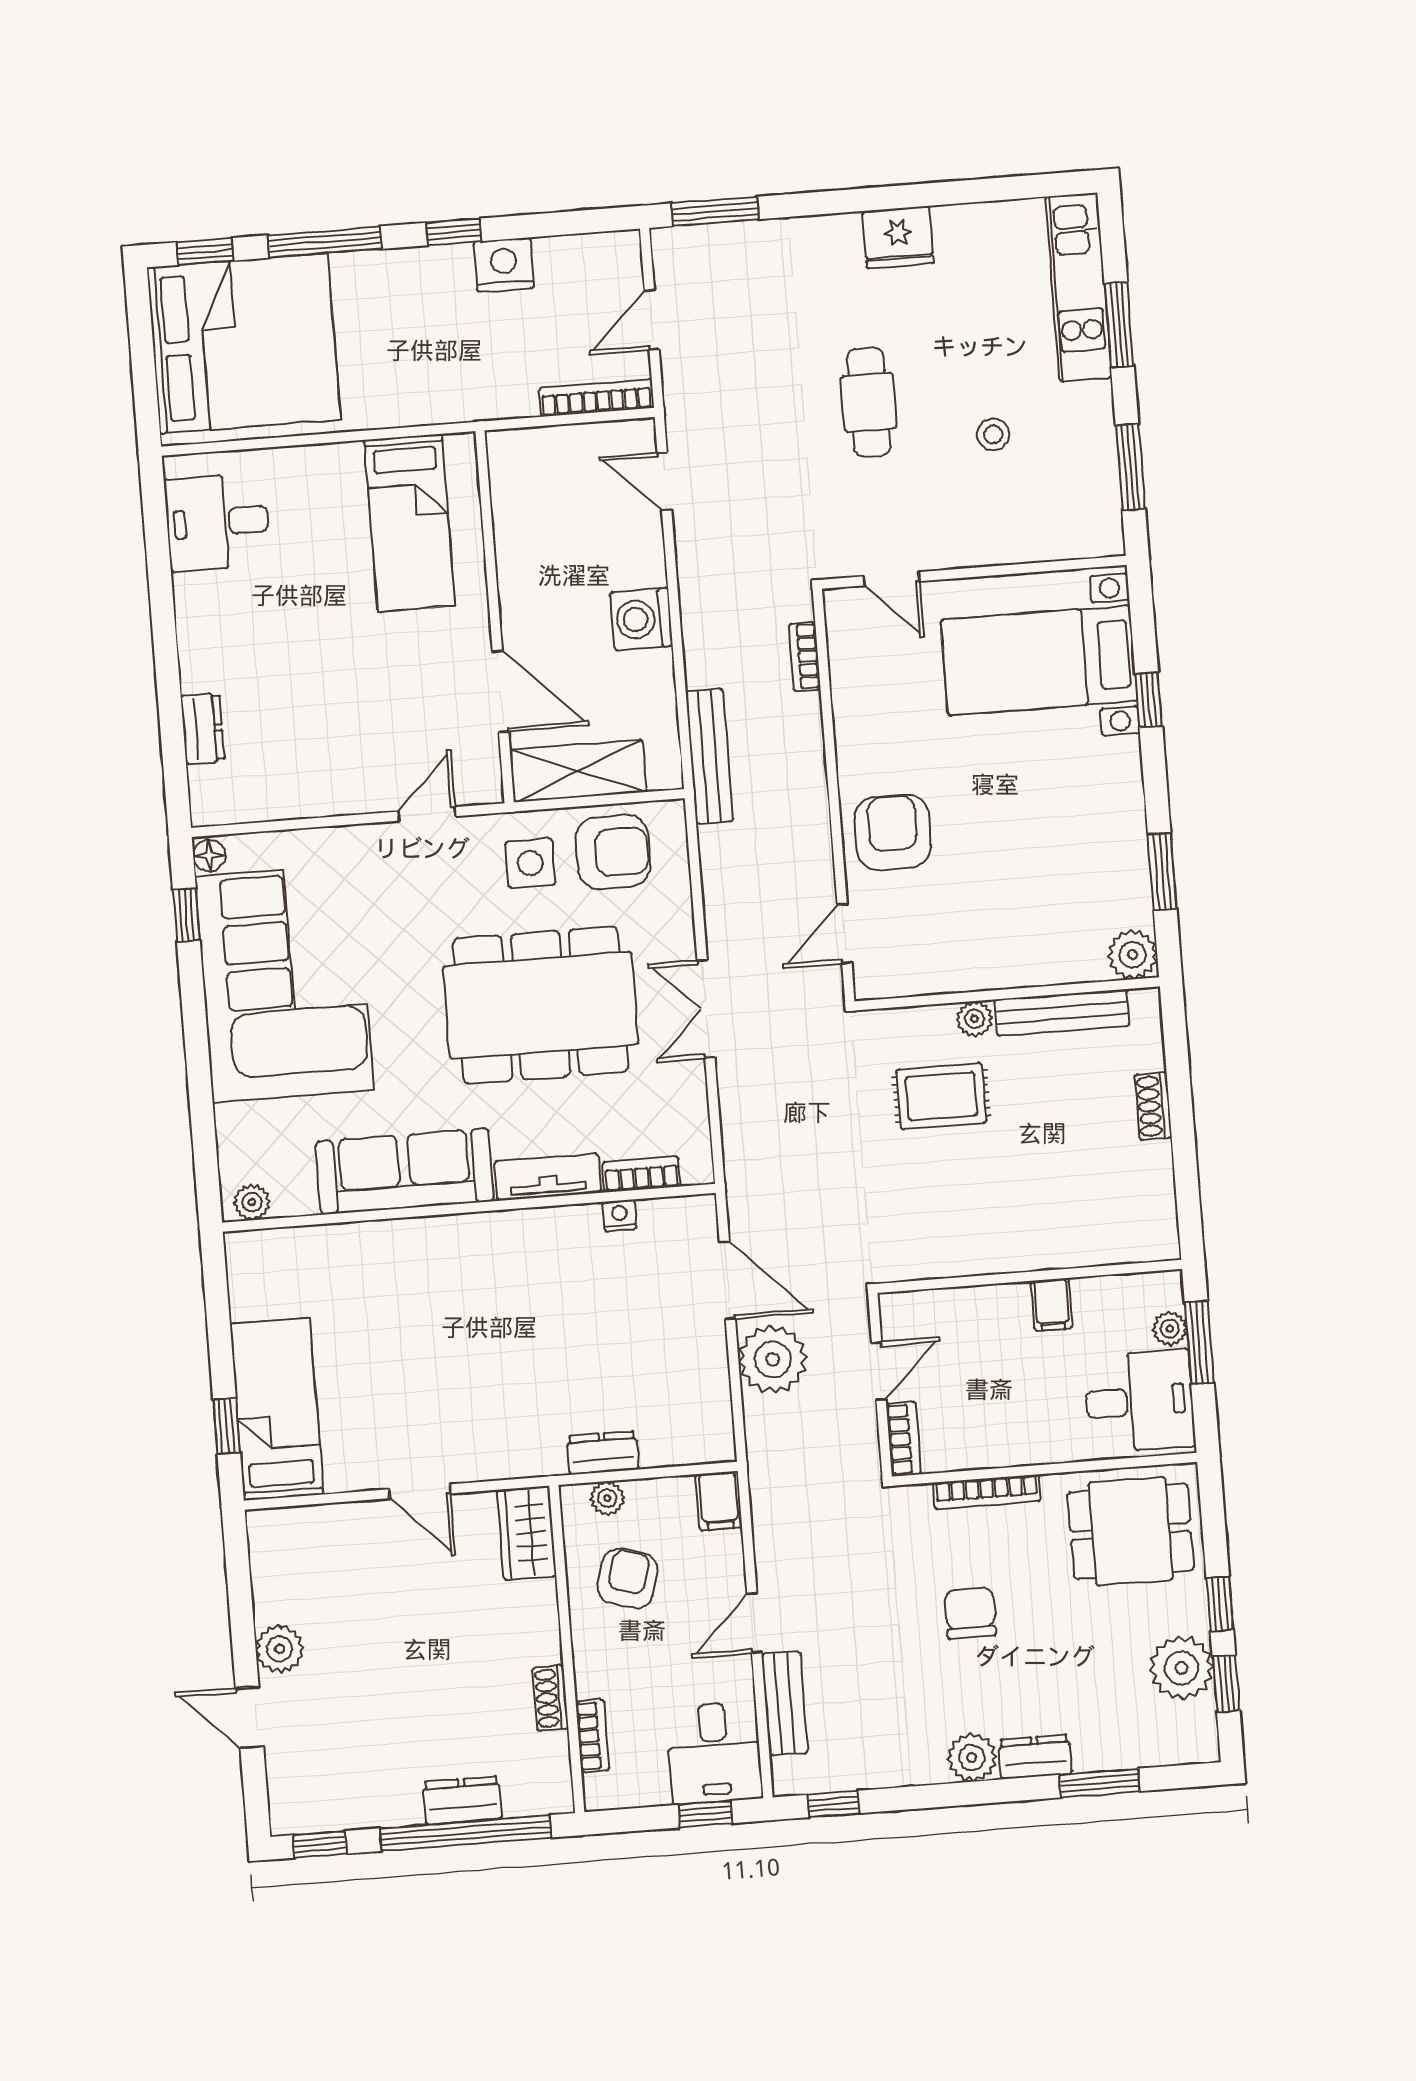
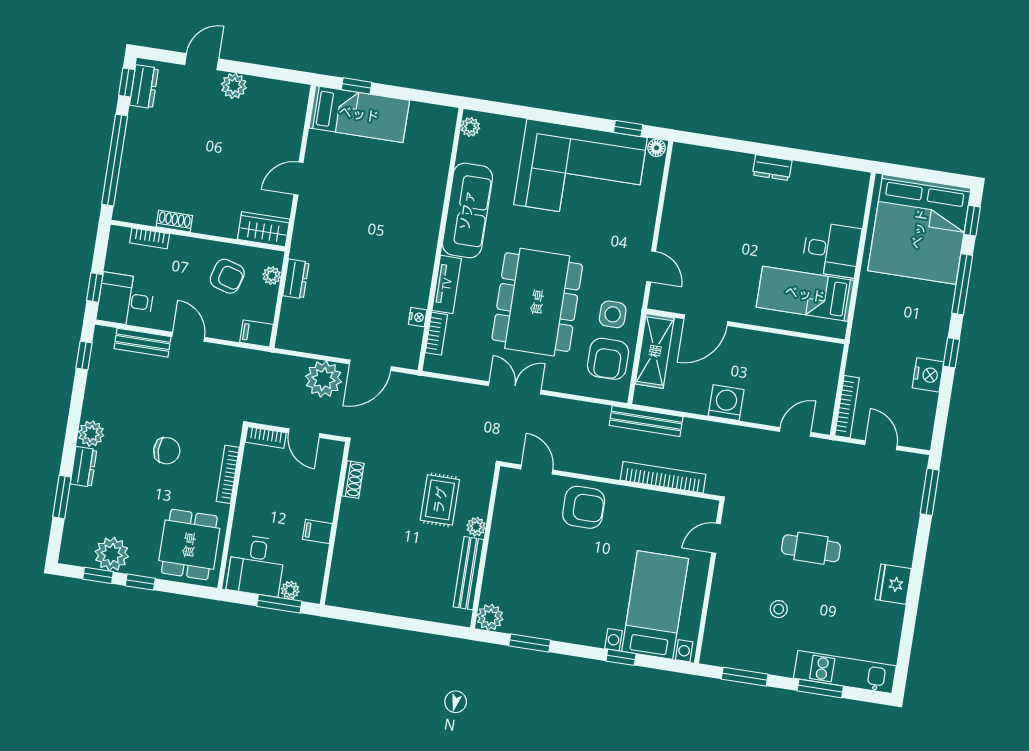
desk: (217, 522) -> (832, 250), moved, turned 90
bookcase: (805, 657) -> (663, 477), width x2.31, depth x1.31
dresser: (202, 729) -> (772, 168), moved
shoe rack: (1153, 1106) -> (353, 480), moved, turned 90
dresser: (462, 1800) -> (144, 87), moved

